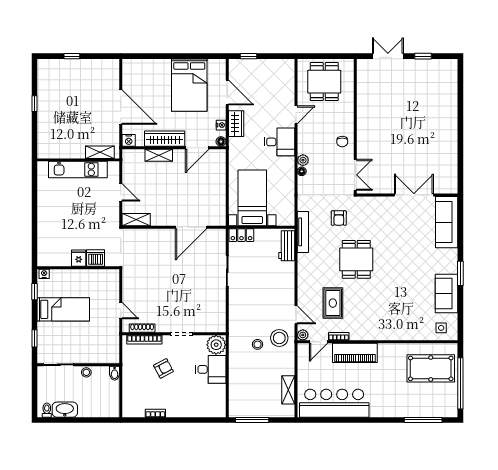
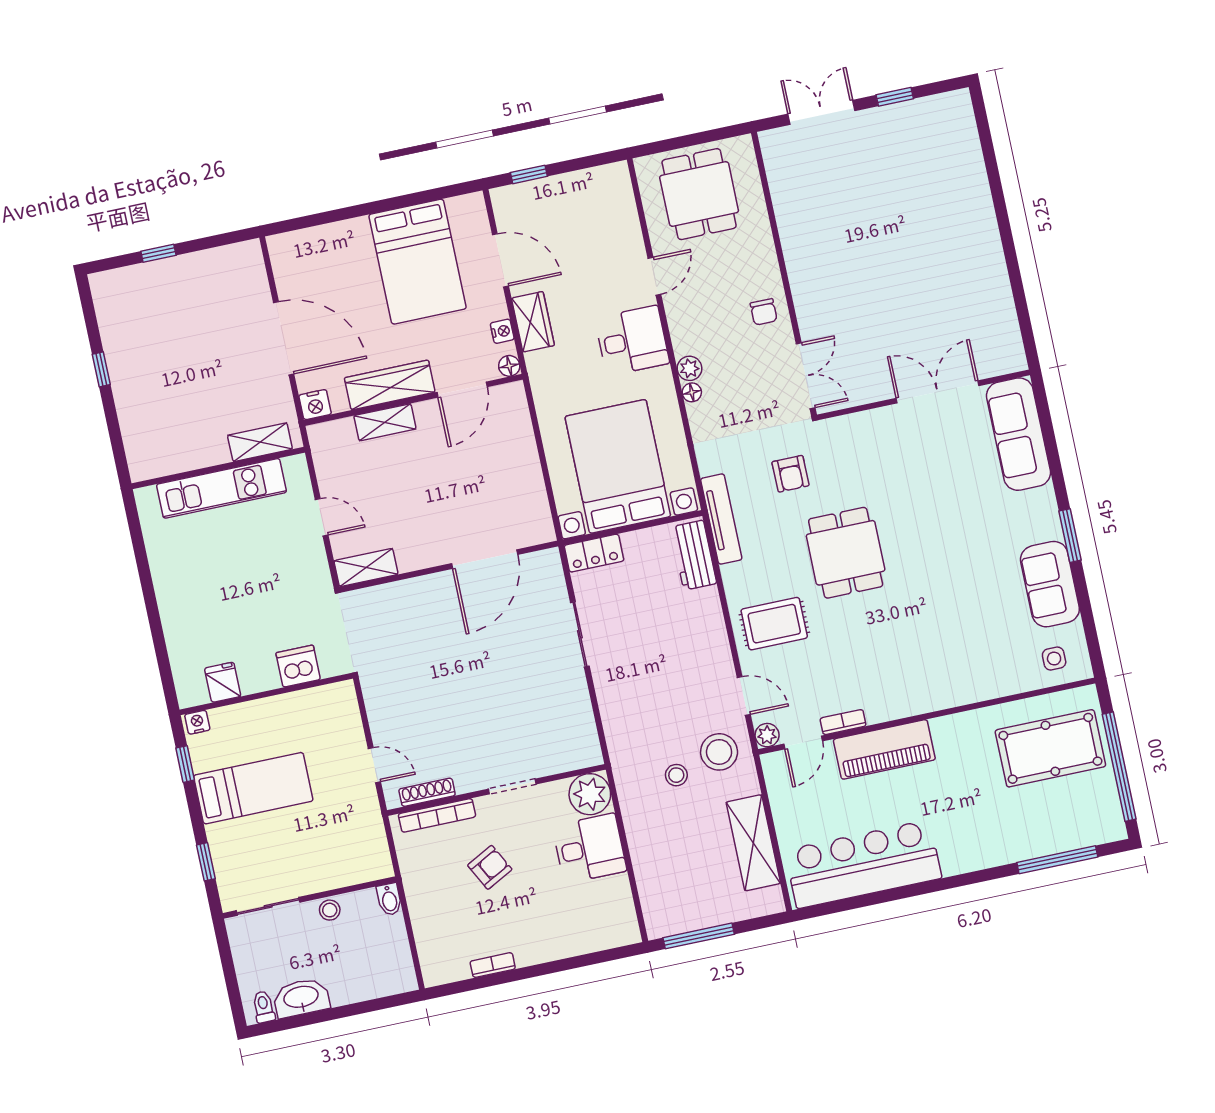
bed with nightstands: (252, 198) -> (618, 466), width x1.36
fridge: (79, 258) -> (223, 682), moved
rug: (333, 303) -> (774, 624), moved, turned 90
shelving: (288, 390) -> (753, 843), width x1.50, depth x1.33

